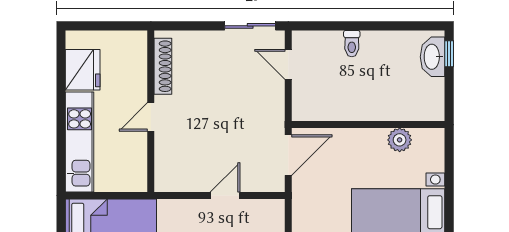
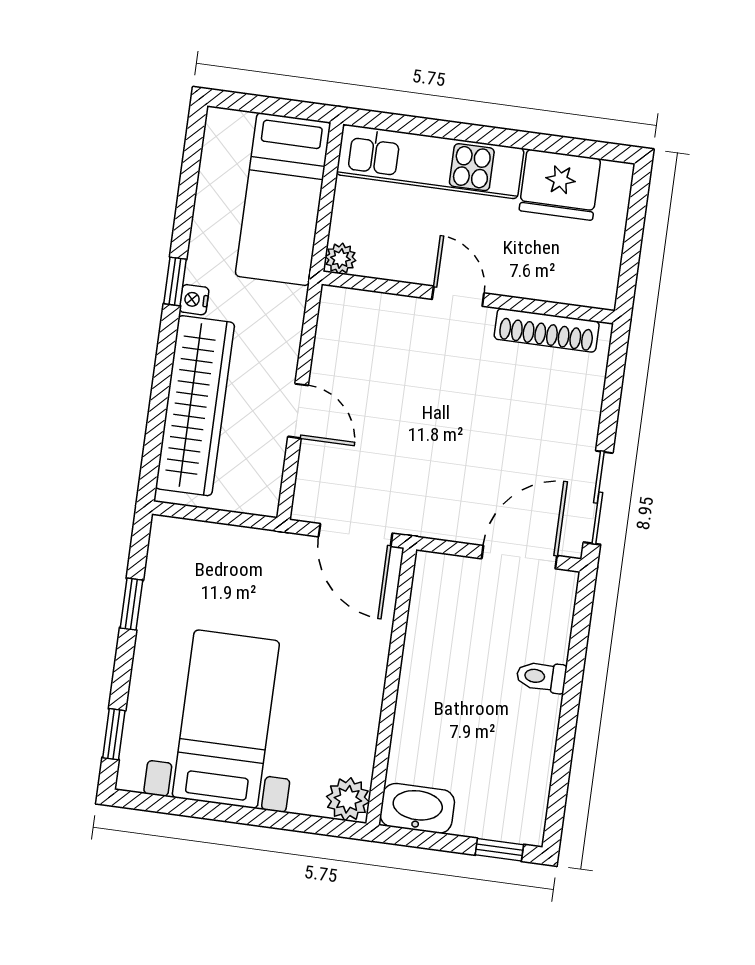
washbasin: (433, 57) -> (417, 808), moved
door: (288, 64) -> (519, 557), width x1.38
plant: (400, 140) -> (348, 799), moved
plant: (139, 184) -> (341, 258), added

